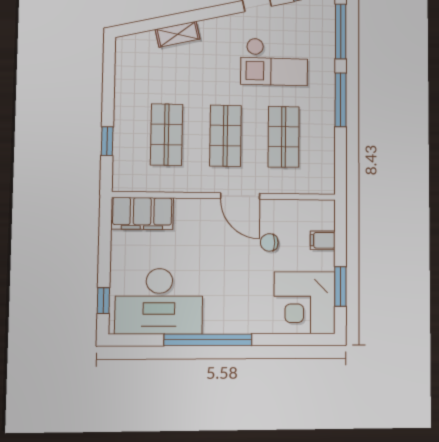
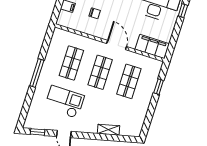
window: (341, 31) -> (26, 108), removed
door: (240, 196) -> (117, 45), moved

